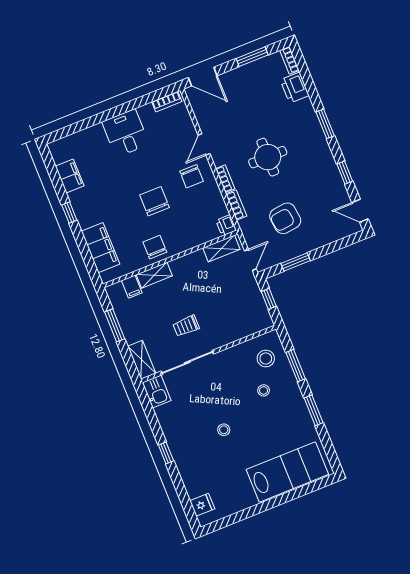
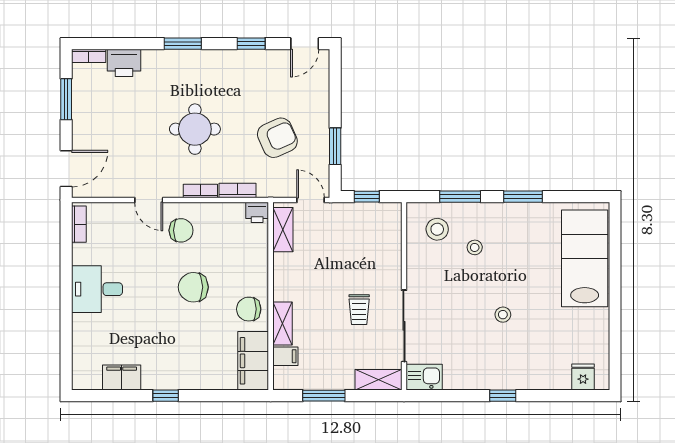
armchair: (285, 218) -> (277, 138), turned -107
filing cabinet: (101, 248) -> (253, 361), moved, turned -90

